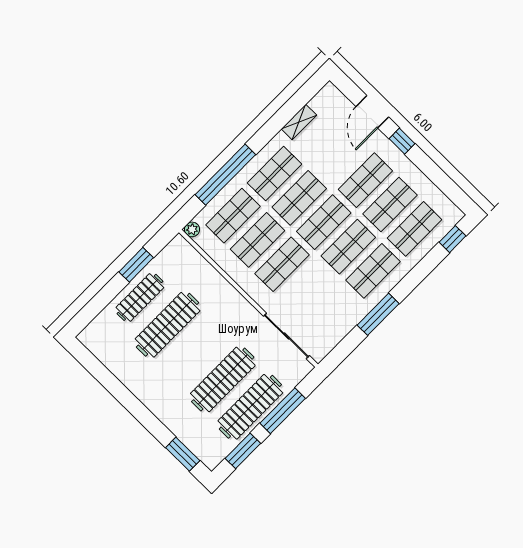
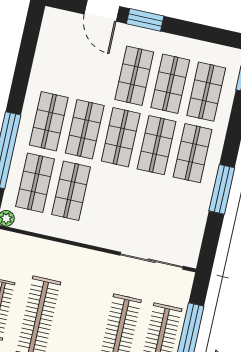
shelving: (299, 122) -> (41, 61), removed
window: (402, 141) -> (145, 20), width x1.50
shop shelf: (282, 264) -> (107, 199), removed

